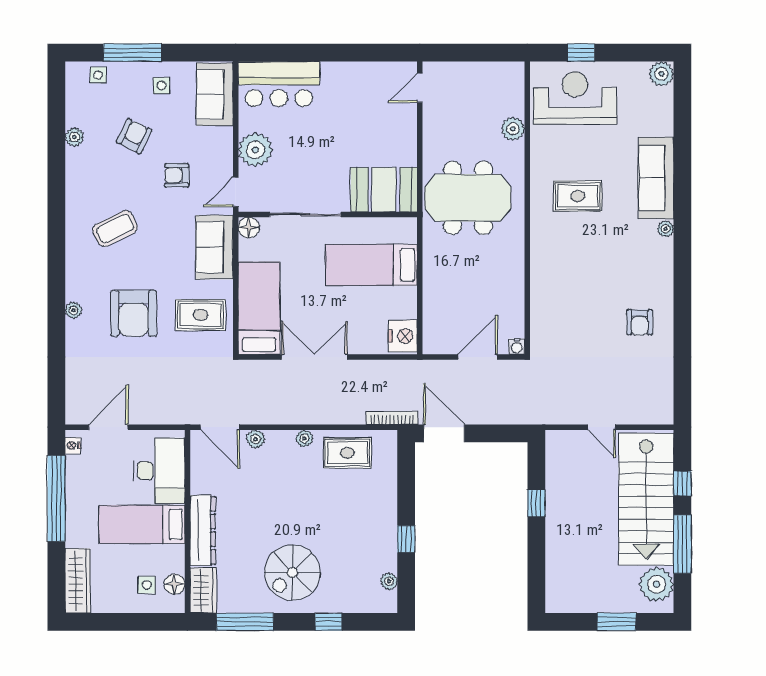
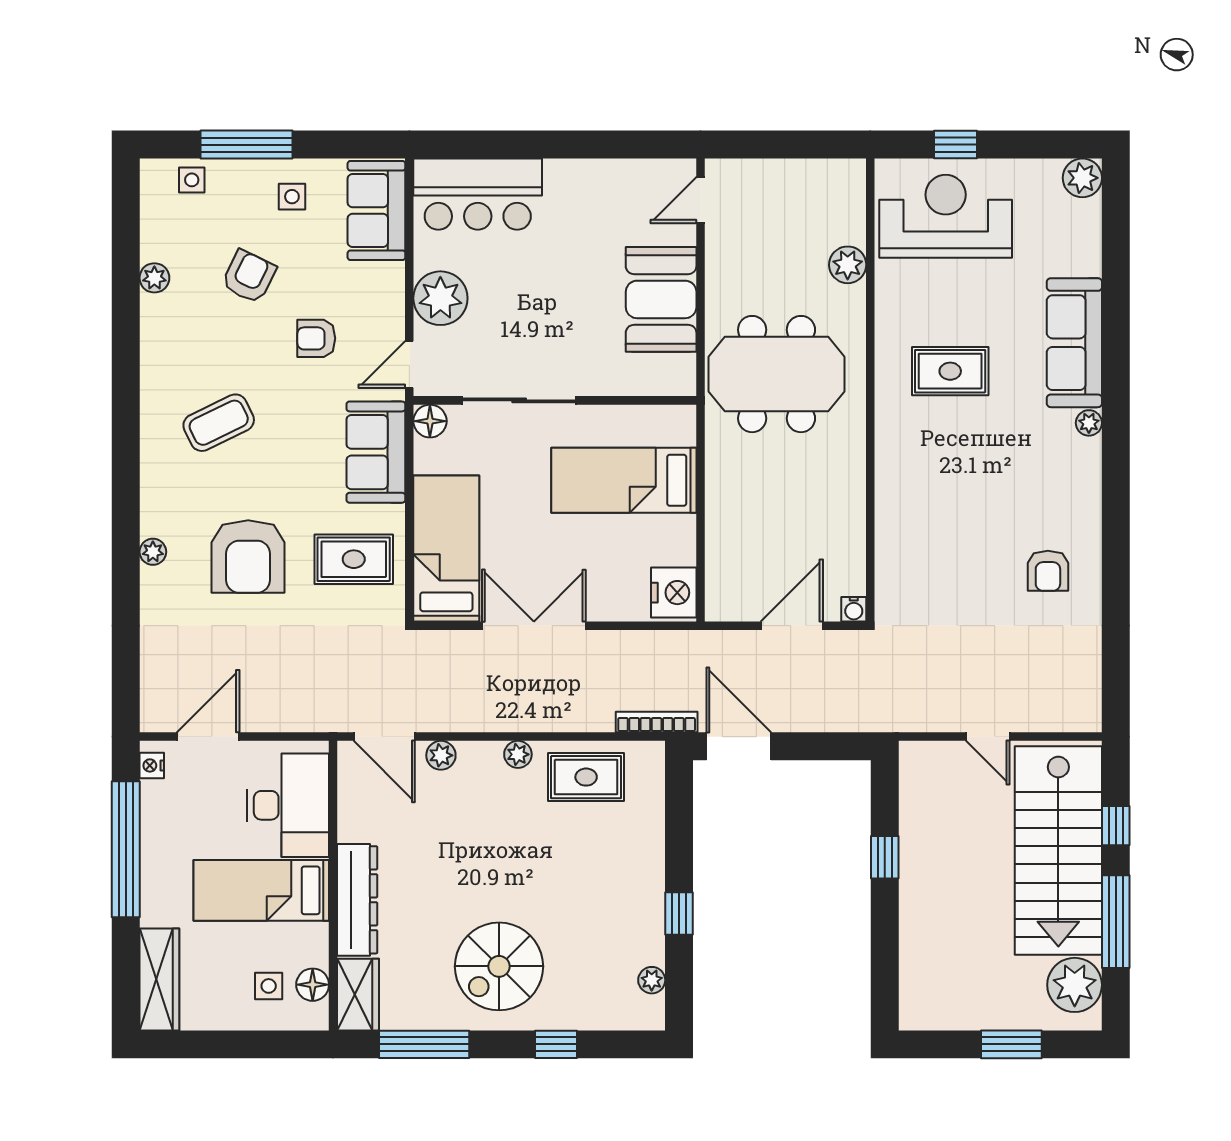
booth: (384, 190) -> (661, 299), moved, turned 90

